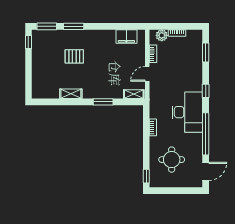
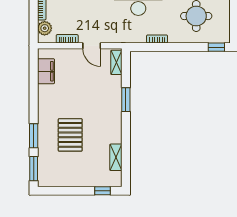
window: (28, 42) -> (102, 191), moved
pallet: (74, 56) -> (70, 135), width x1.50, depth x1.42
shelving: (71, 94) -> (116, 157), moved

